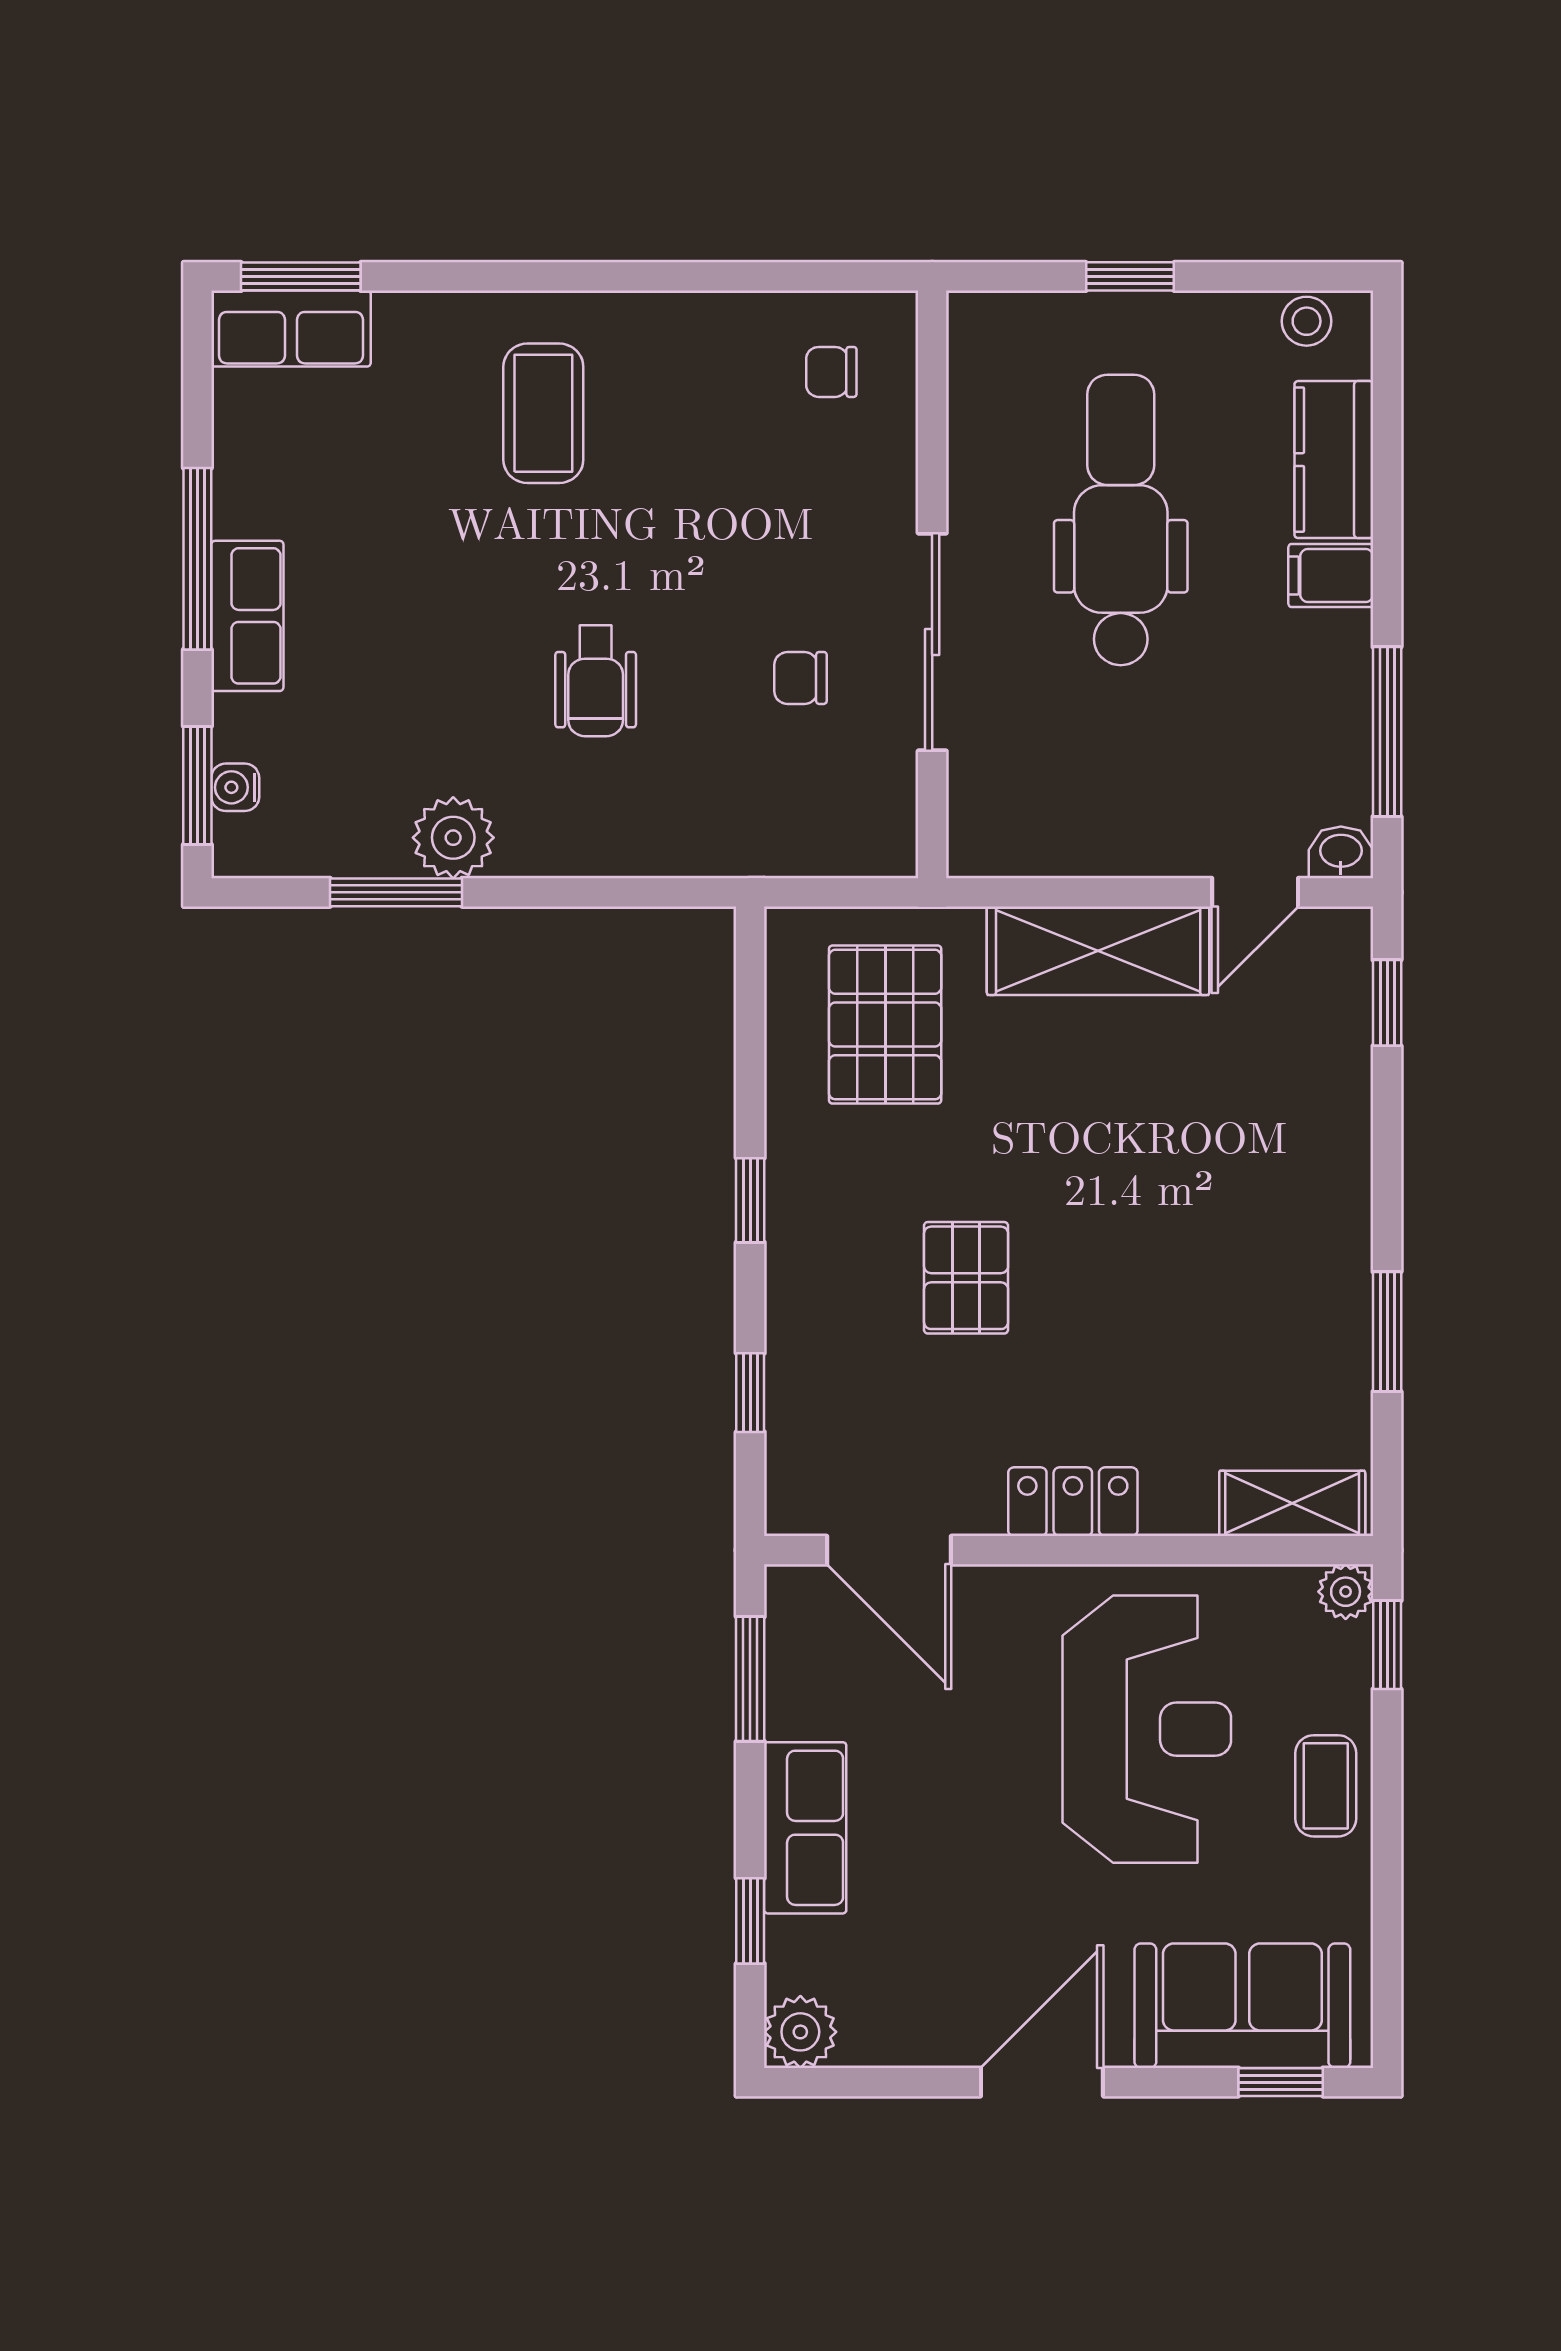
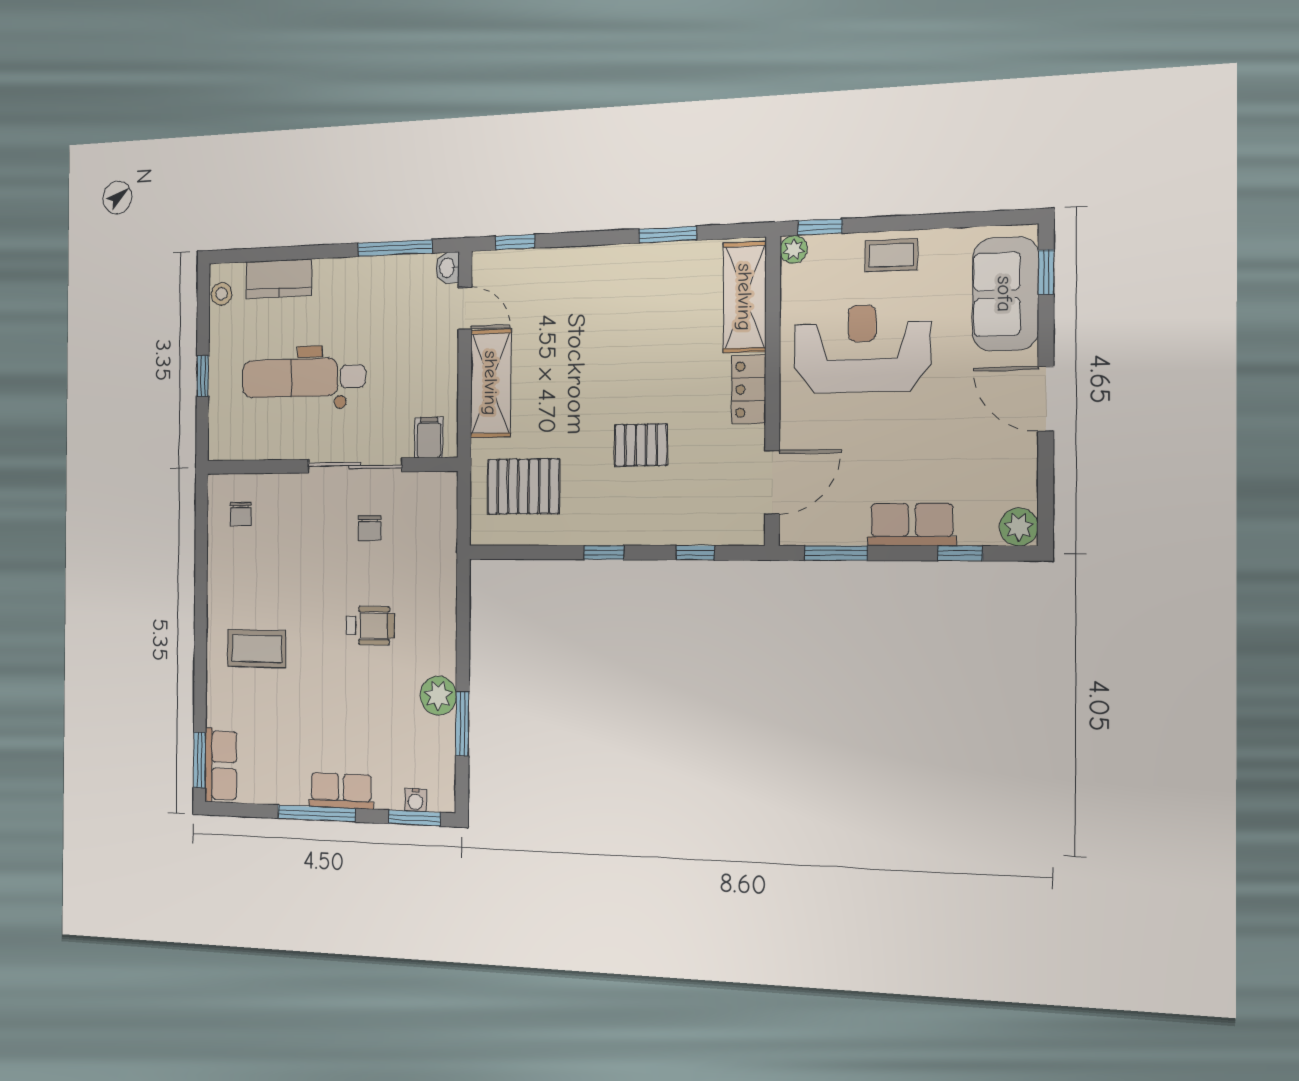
filing cabinet: (1331, 575) -> (429, 438), moved, turned 180
shelving: (1292, 1503) -> (745, 297), width x1.50, depth x1.33

